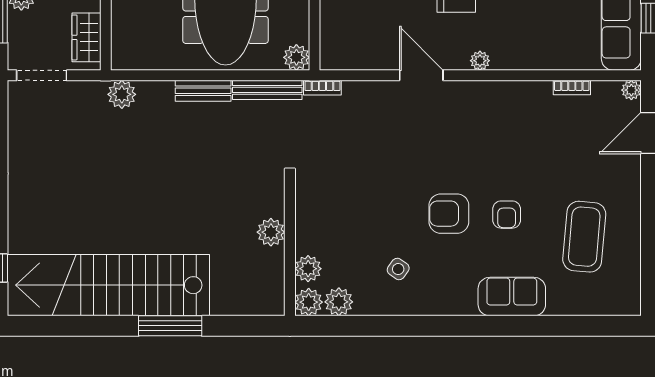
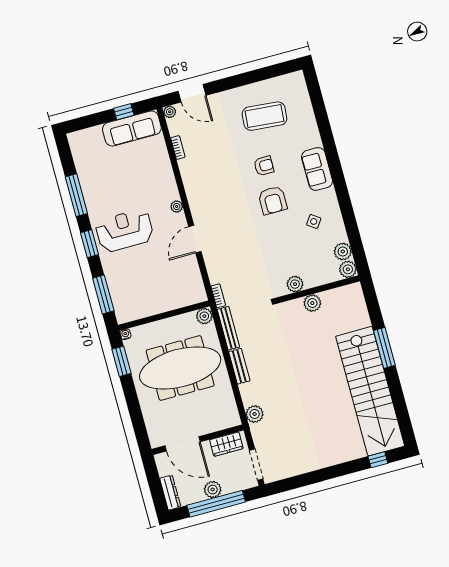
plant: (308, 269) -> (295, 284), moved
sofa: (512, 297) -> (317, 169), moved

